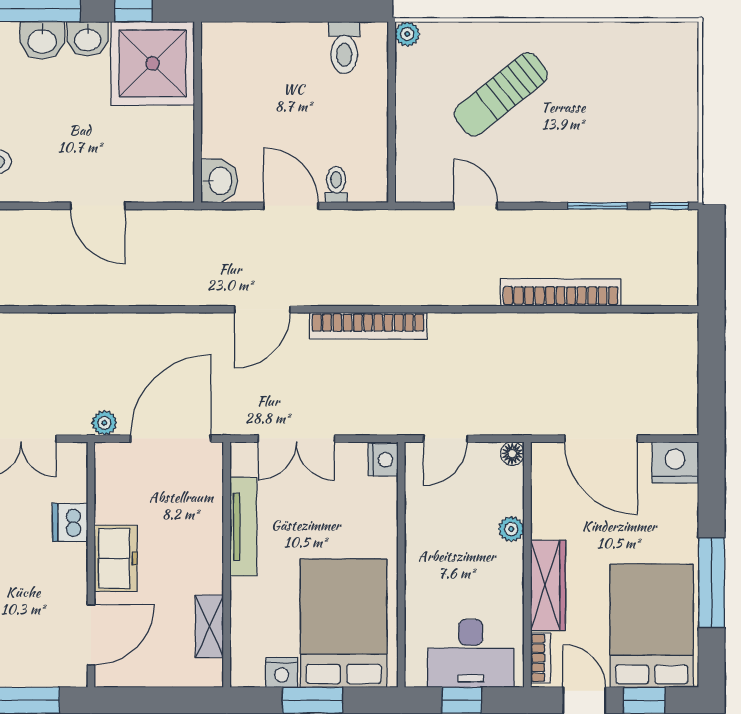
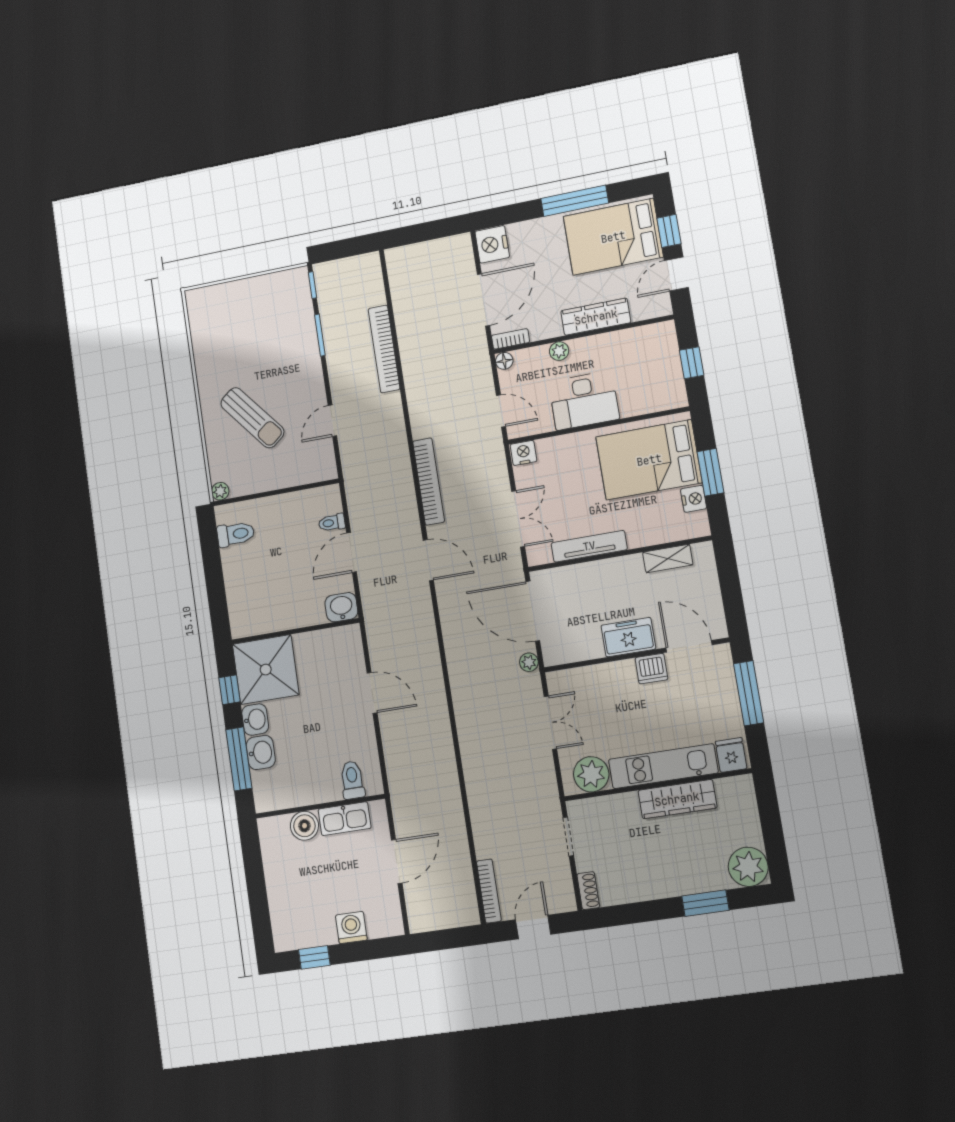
door: (98, 206) -> (372, 693), hinge flipped
dishwasher: (70, 522) -> (651, 669), moved
desk: (471, 653) -> (584, 400), moved, turned 90
bookcase: (541, 658) -> (511, 339), moved

